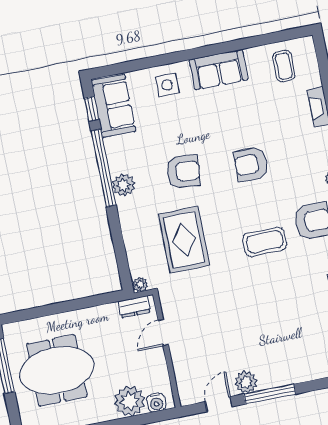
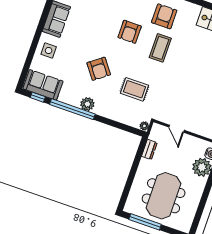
armchair: (251, 164) -> (130, 32), moved
armchair: (183, 172) -> (99, 69), turned 138
rug: (184, 240) -> (134, 89), width x0.73, depth x0.70
dresser: (134, 307) -> (149, 150), moved

